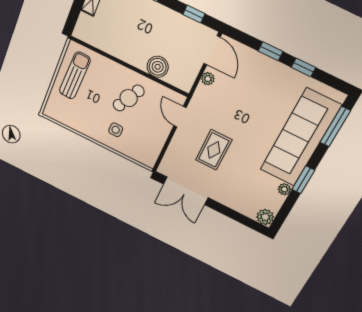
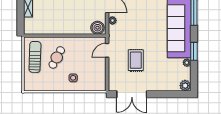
boiler: (158, 67) -> (97, 28), moved
cafe table: (129, 98) -> (57, 57), moved
door: (180, 117) -> (107, 50), hinge flipped

